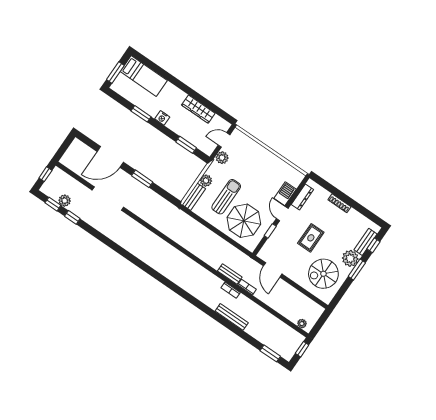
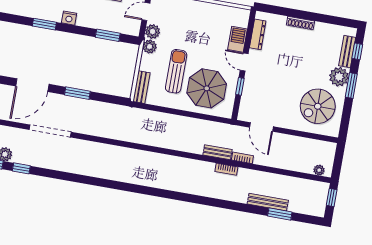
plant: (206, 181) -> (150, 47), moved
rug: (311, 238) -> (287, 74), removed
bench: (232, 317) -> (268, 202), moved
window: (270, 353) -> (280, 214), moved

